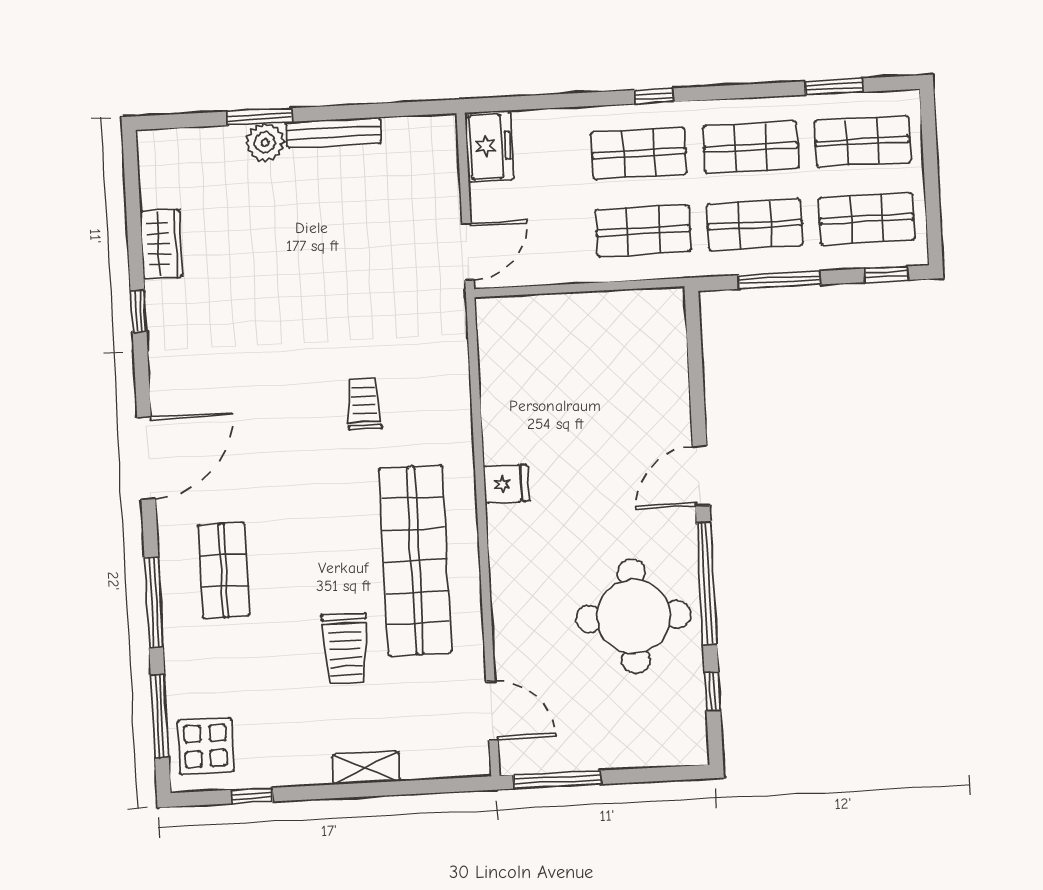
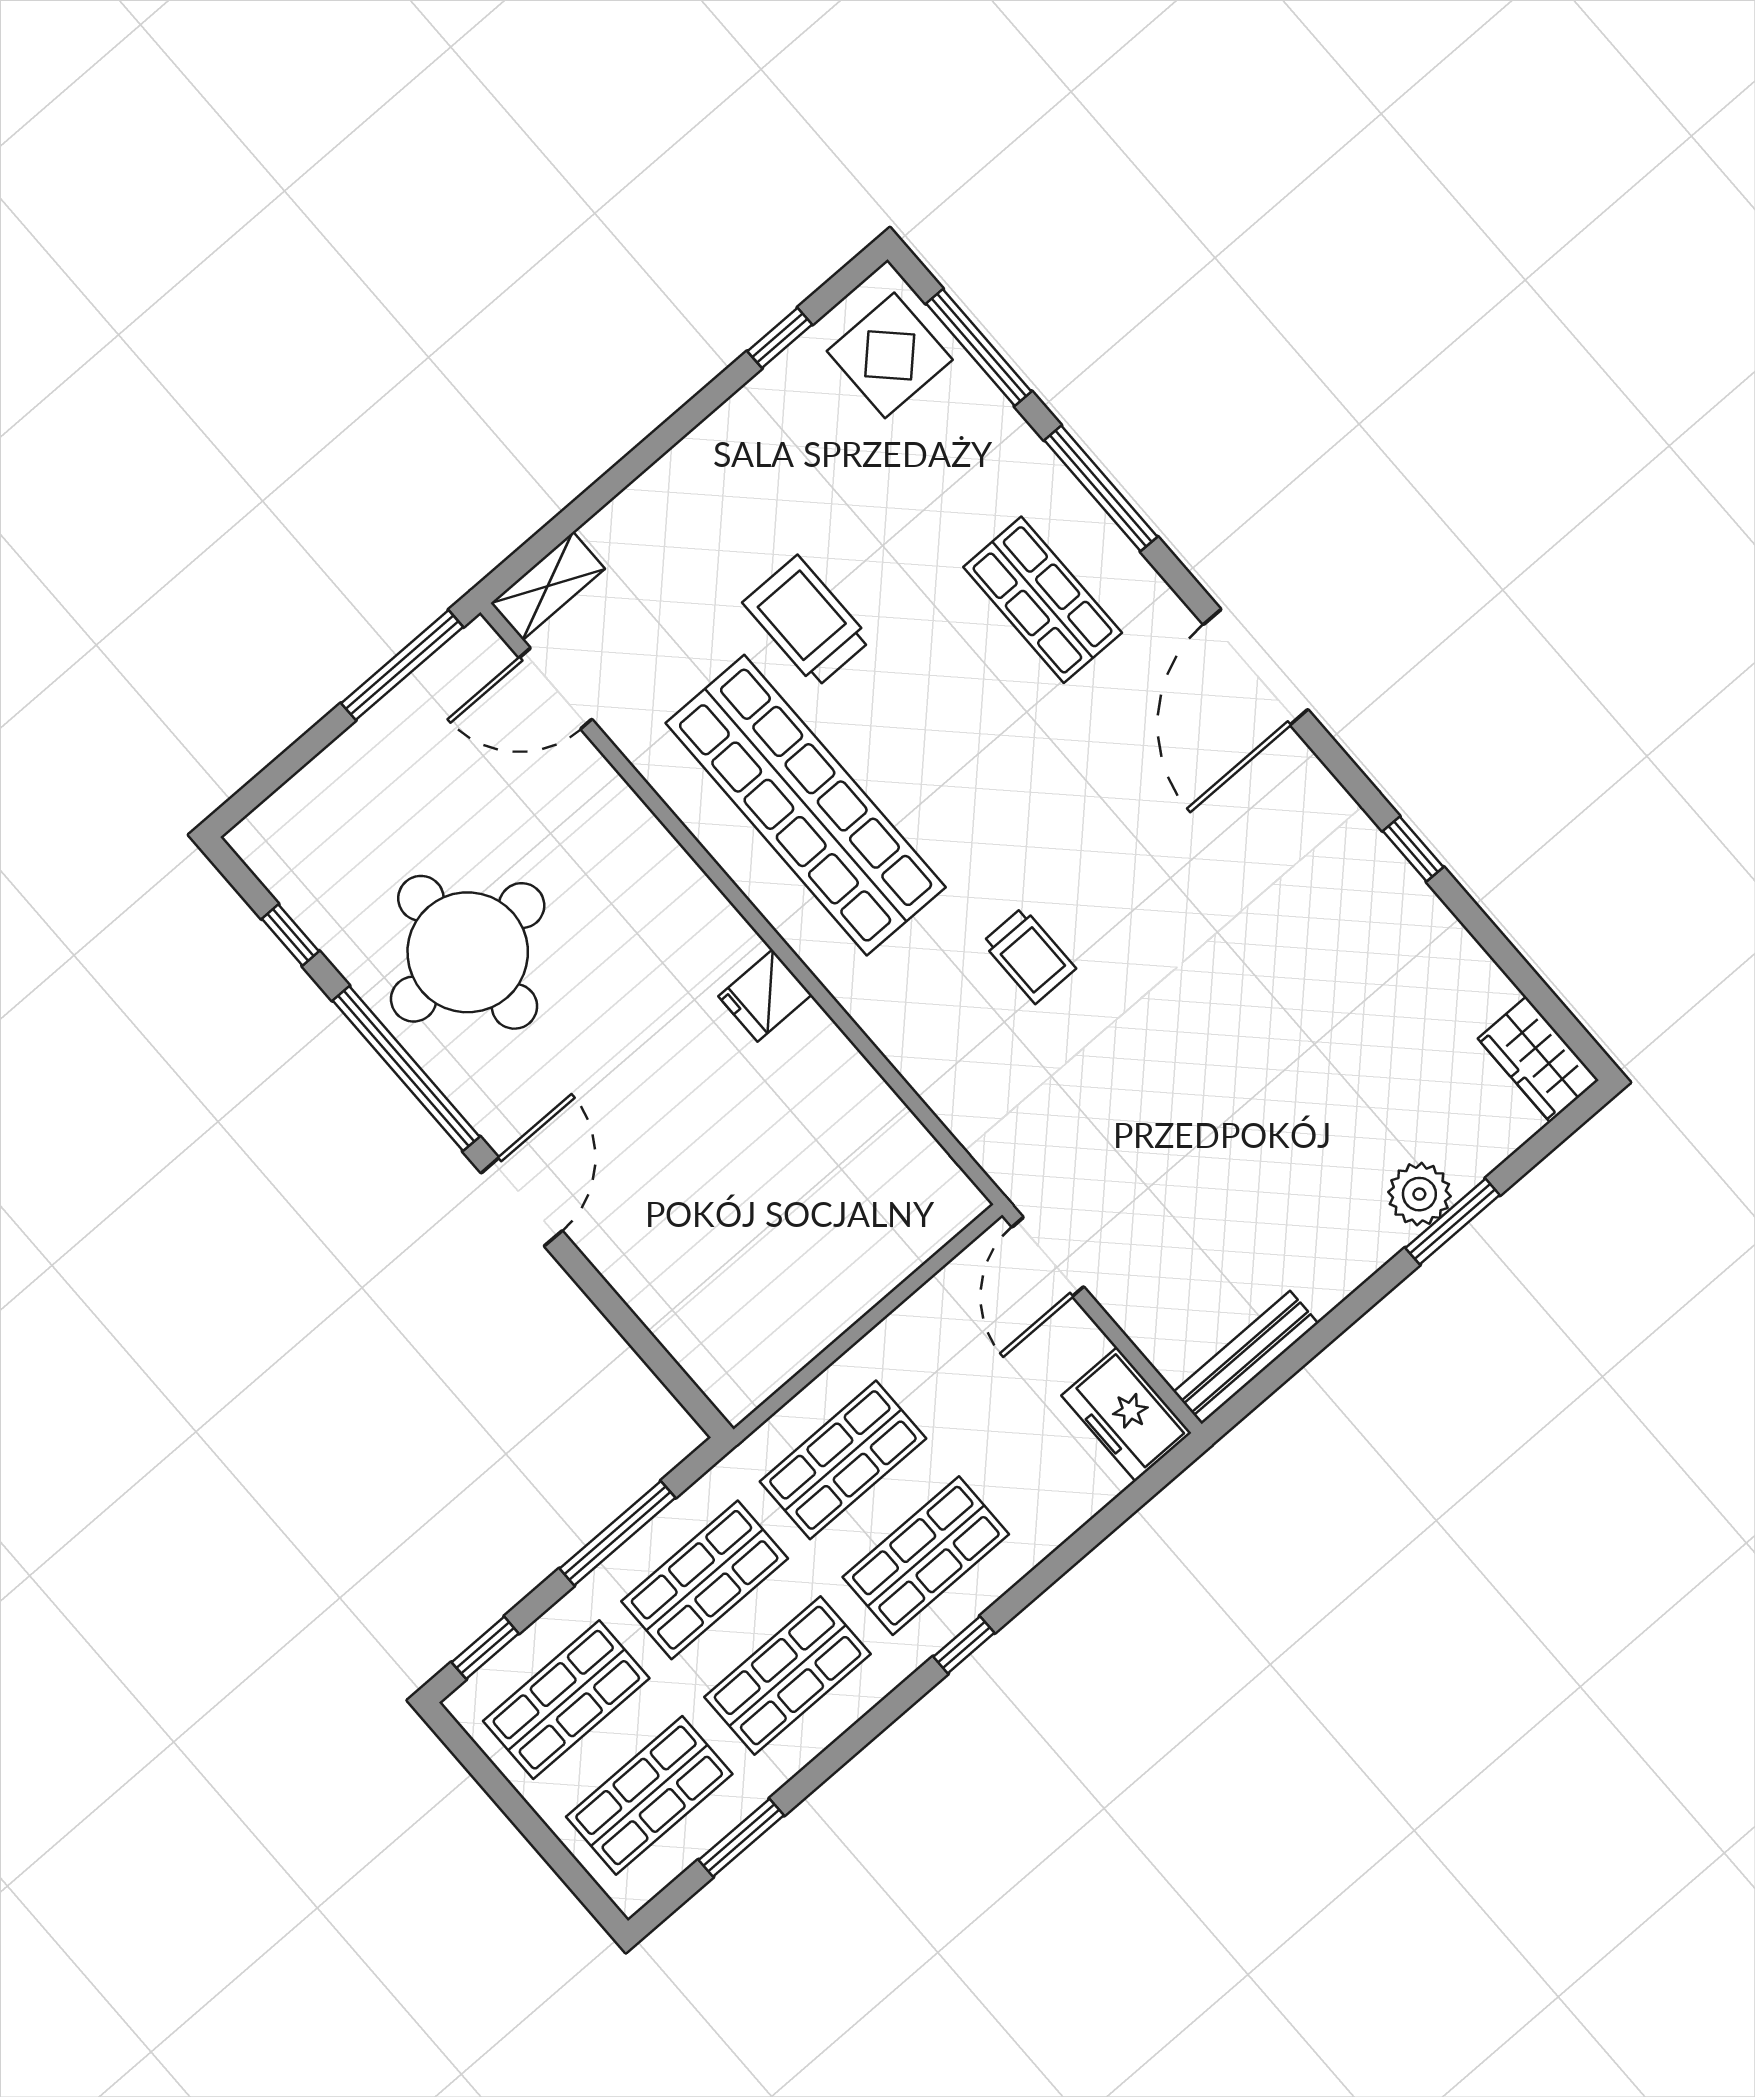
bench: (334, 133) -> (1246, 1358), moved
wardrobe: (161, 244) -> (1538, 1059), moved
shelving: (366, 768) -> (548, 586), moved

